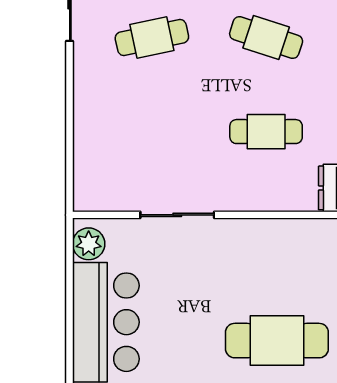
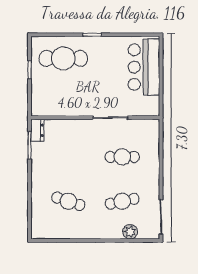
cafe table: (266, 132) -> (122, 157), moved
plant: (89, 244) -> (152, 104), removed

